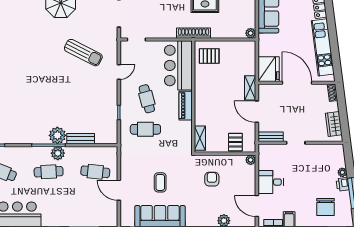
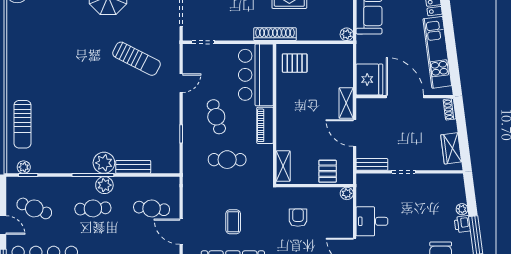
cafe table: (145, 129) -> (227, 160), moved

